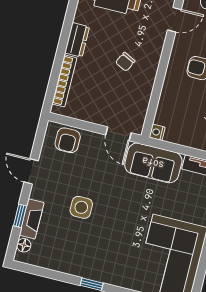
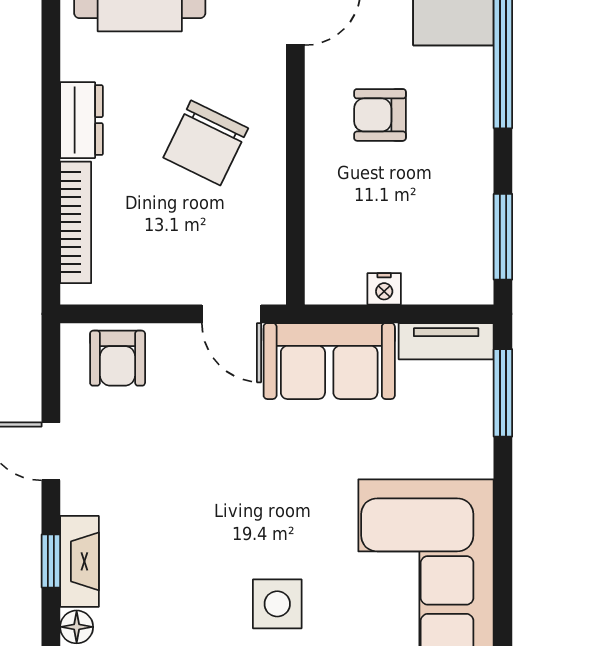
chair: (125, 62) -> (206, 143), width x1.87, depth x1.87
nightstand: (157, 132) -> (384, 289), moved, turned -90
side table: (81, 207) -> (277, 604), moved

